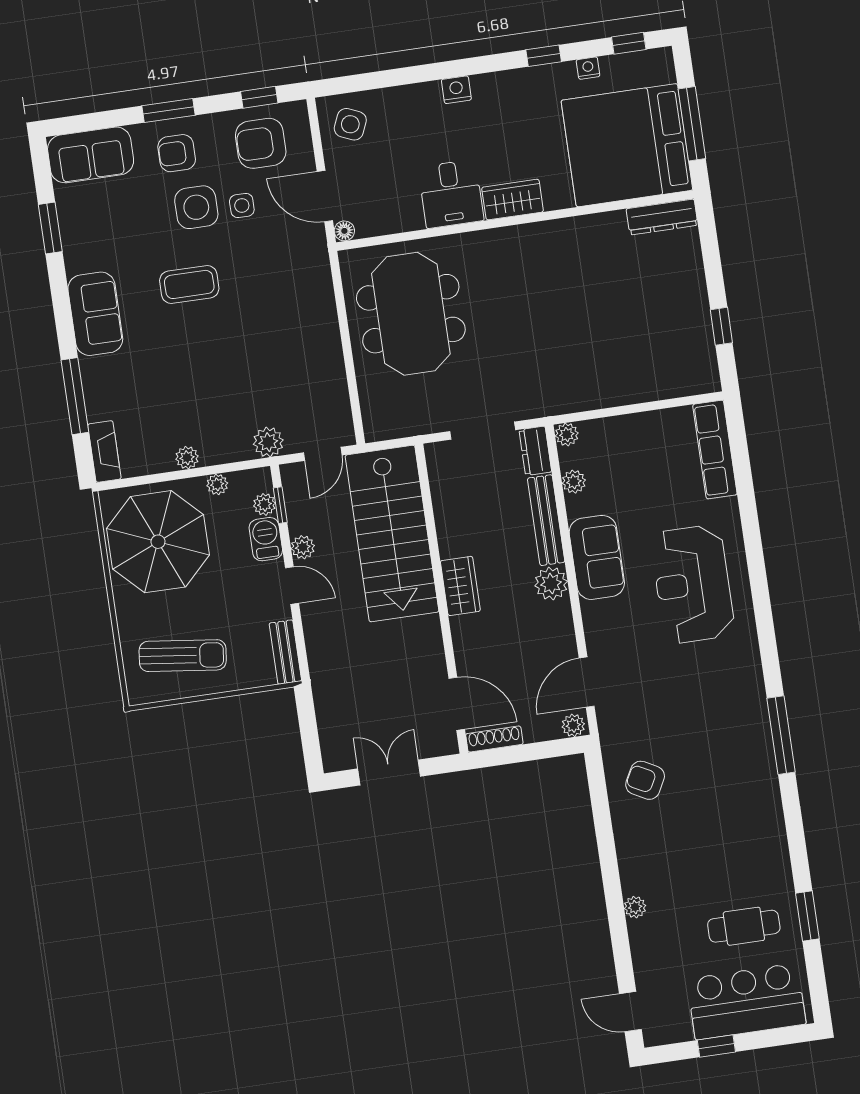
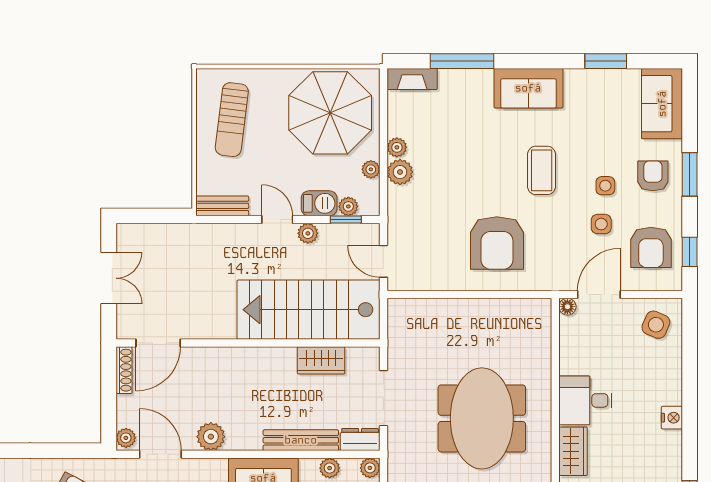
armchair: (261, 143) -> (651, 247), turned 180
side table: (196, 207) -> (605, 186), width x0.54, depth x0.54
meeting table: (411, 314) -> (482, 418), moved, turned 90
armchair: (282, 324) -> (497, 243), added
plant: (268, 442) -> (400, 172), moved
plant: (551, 584) -> (211, 437), moved
door: (292, 585) -> (277, 220), swing flipped
wardrobe: (460, 586) -> (321, 360), moved

